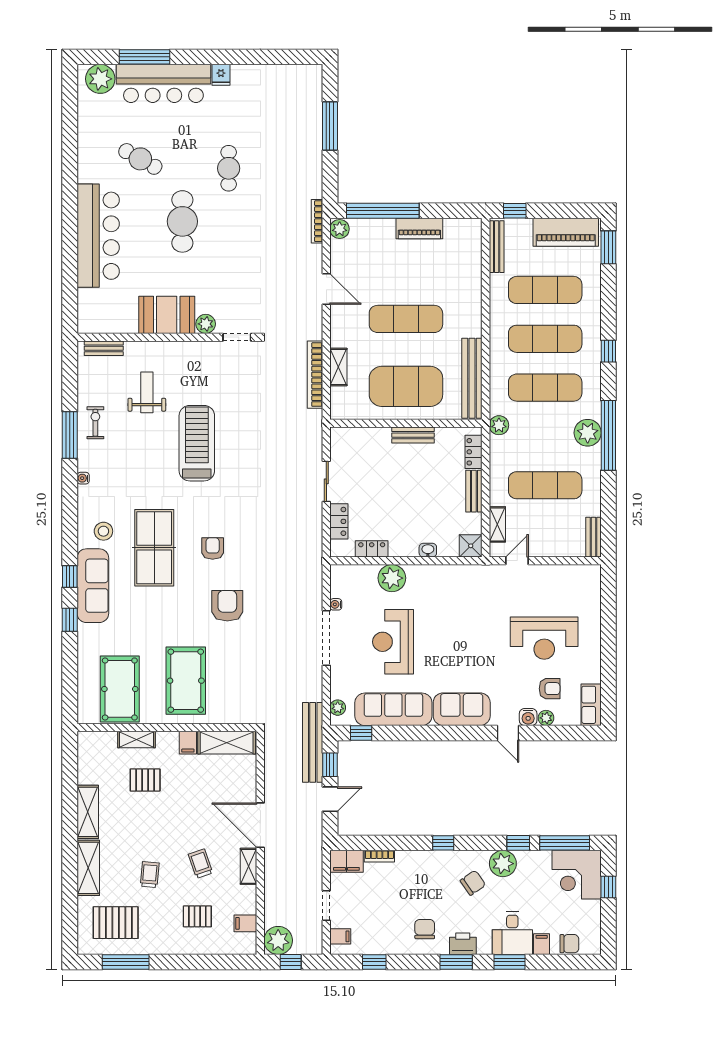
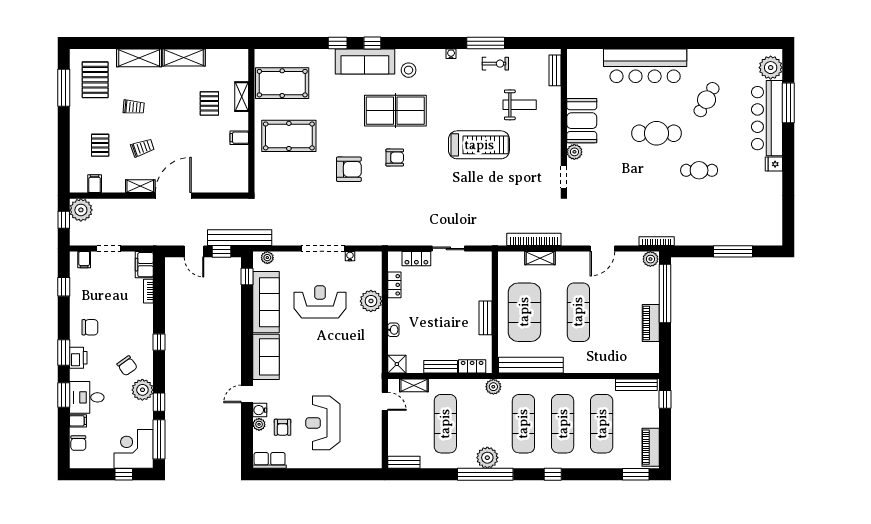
piano: (566, 232) -> (651, 447), width x0.73, depth x0.75
shelving: (227, 743) -> (239, 169), removed

